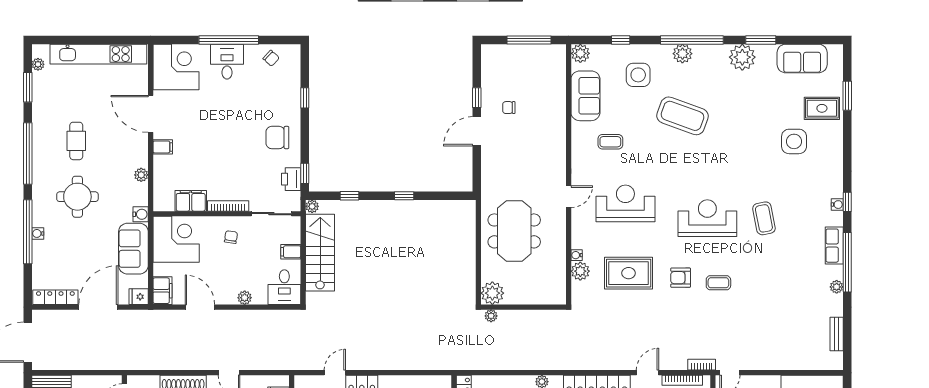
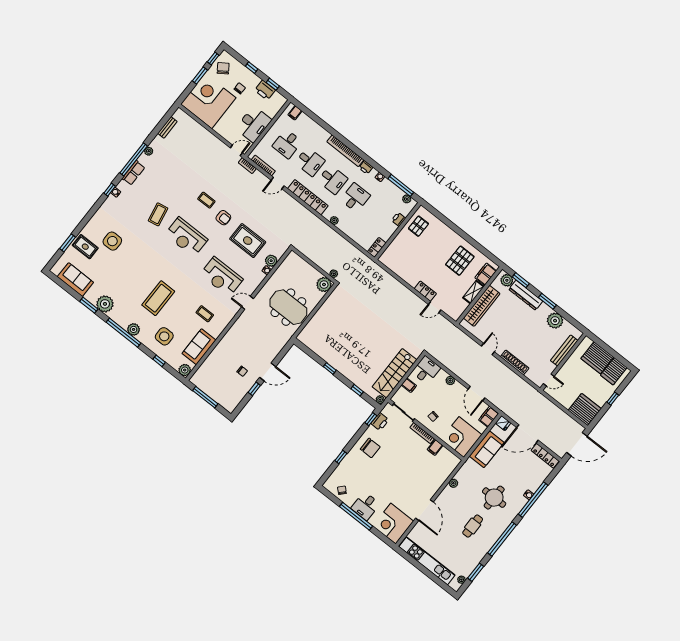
coffee table: (683, 116) -> (158, 298), turned 70
filing cabinet: (163, 147) -> (432, 489), removed
filing cabinet: (191, 201) -> (435, 447), width x0.50
water cooler: (141, 214) -> (469, 464), removed
meeting table: (514, 231) -> (288, 307), turned 90

